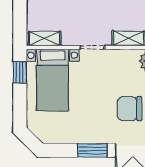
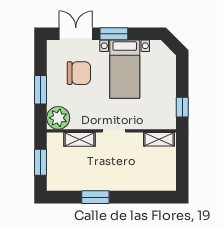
bed with nightstands: (53, 80) -> (125, 69), moved, turned 180

